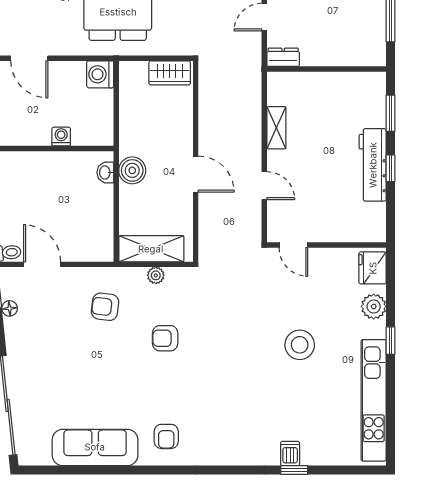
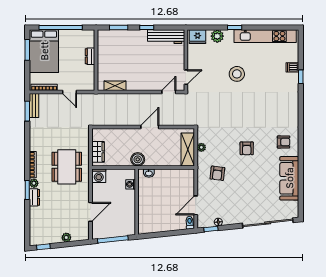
dresser: (283, 57) -> (90, 56), moved
wardrobe: (170, 73) -> (98, 152), moved
shelving: (276, 128) -> (115, 86), moved
washing machine: (61, 137) -> (131, 184), moved
workbench: (373, 165) -> (166, 37), moved
boiler: (132, 170) -> (138, 159), moved
door: (264, 186) -> (169, 92), moved
armchair: (165, 338) -> (247, 148), moved
dishwasher: (290, 454) -> (292, 67), moved

